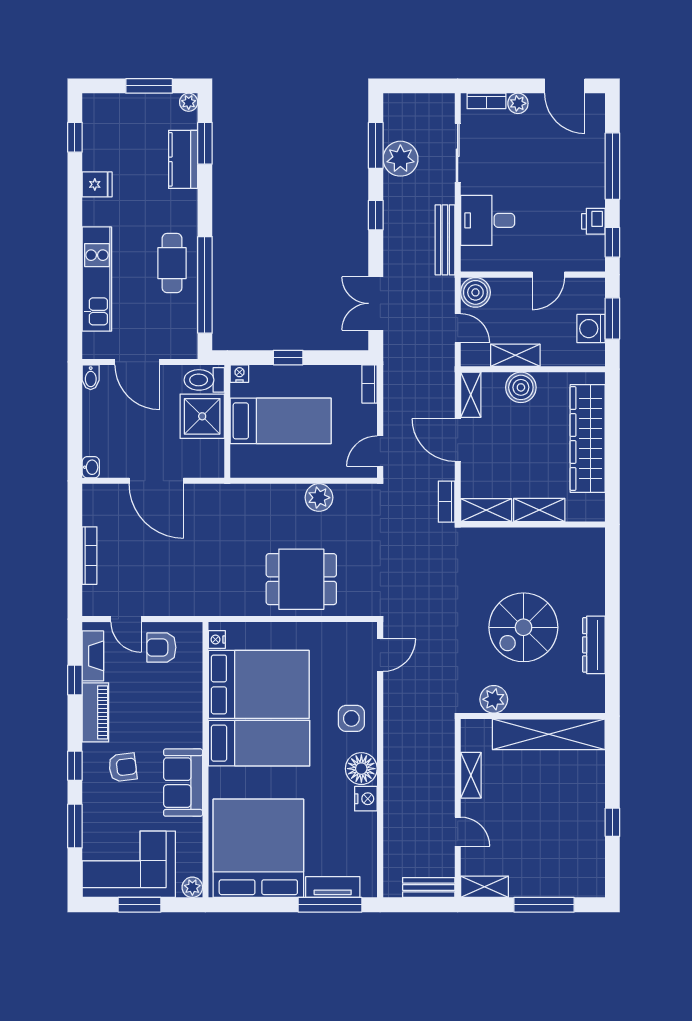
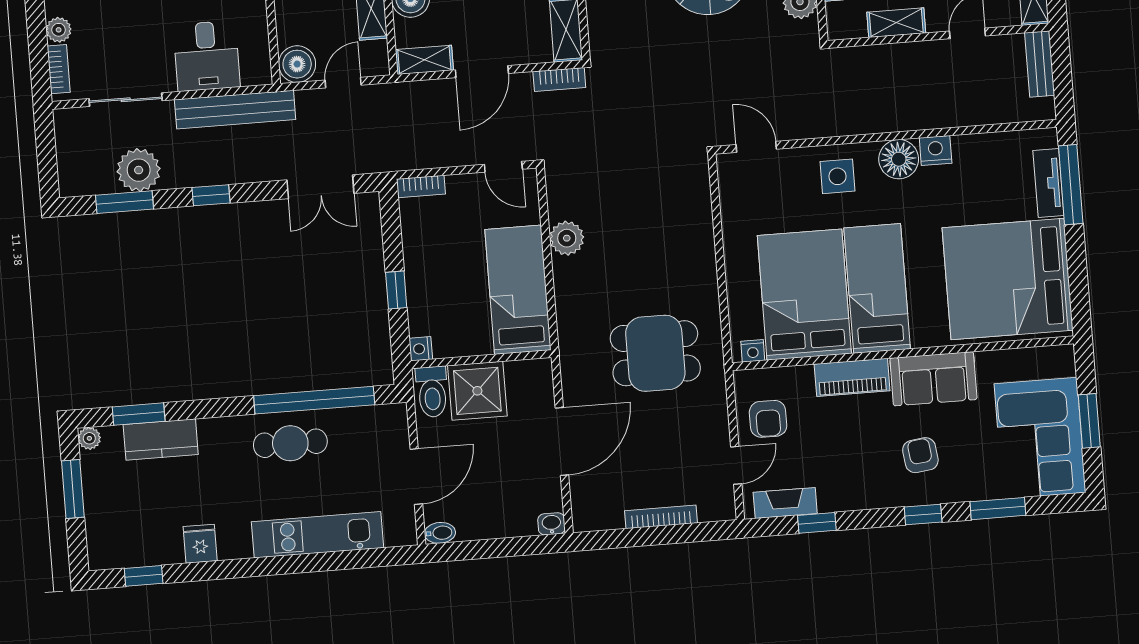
bench: (445, 240) -> (235, 110), width x1.37, depth x1.21
bed: (281, 421) -> (518, 290), moved
dining table: (301, 579) -> (655, 353), moved, turned 90
piano: (95, 712) -> (852, 377), moved, turned 180
plant: (192, 887) -> (1062, 357), removed

